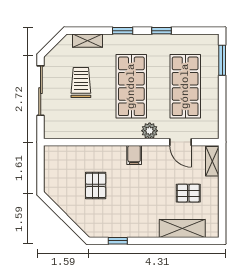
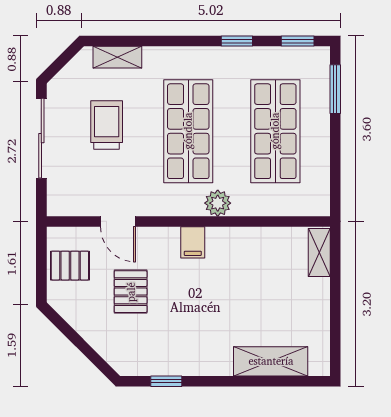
window: (123, 31) -> (298, 41), moved
door: (180, 142) -> (118, 221), moved
pallet: (188, 193) -> (70, 266), moved

